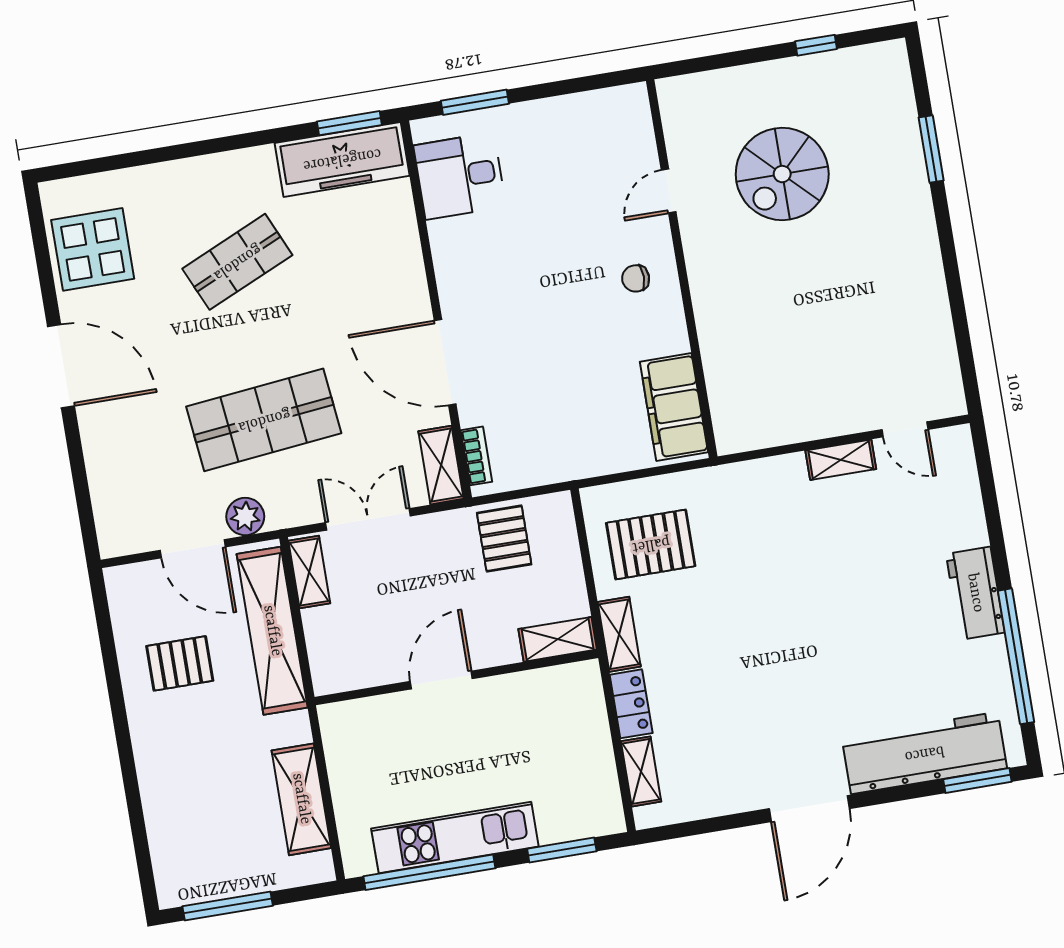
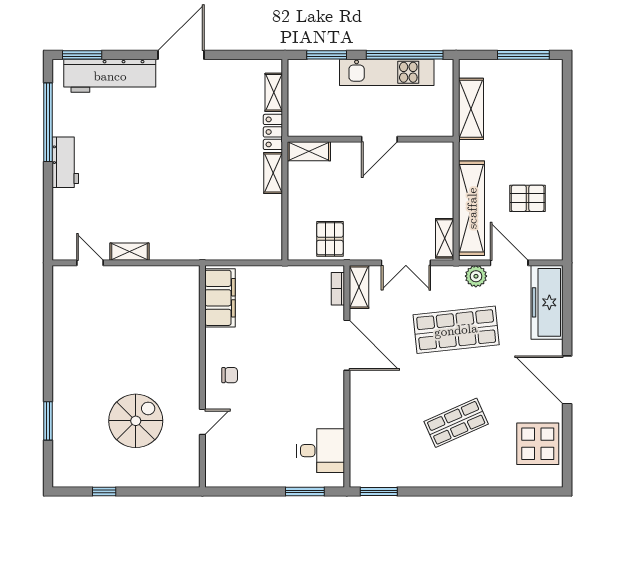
freezer: (342, 159) -> (547, 302), moved, turned -90
pallet: (651, 544) -> (247, 221), removed
shelving: (558, 639) -> (309, 151), moved
wall: (456, 677) -> (371, 139), moved
door: (441, 680) -> (379, 139), moved

